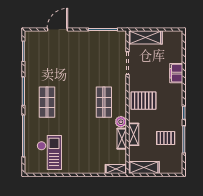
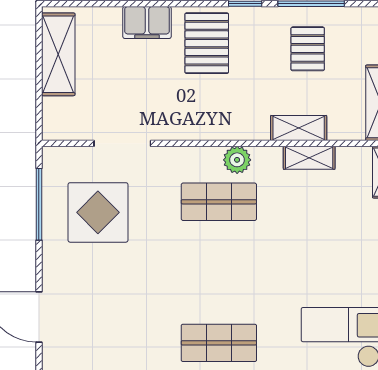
shelving: (145, 37) -> (58, 54), moved
display table: (100, 53) -> (98, 212), added
pallet: (143, 101) -> (207, 43), moved
plant: (121, 122) -> (237, 160), moved

